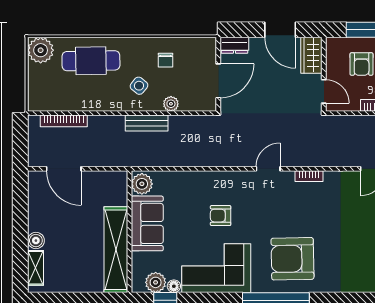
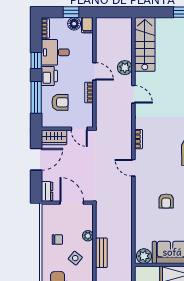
door: (324, 91) -> (79, 129), swing flipped

